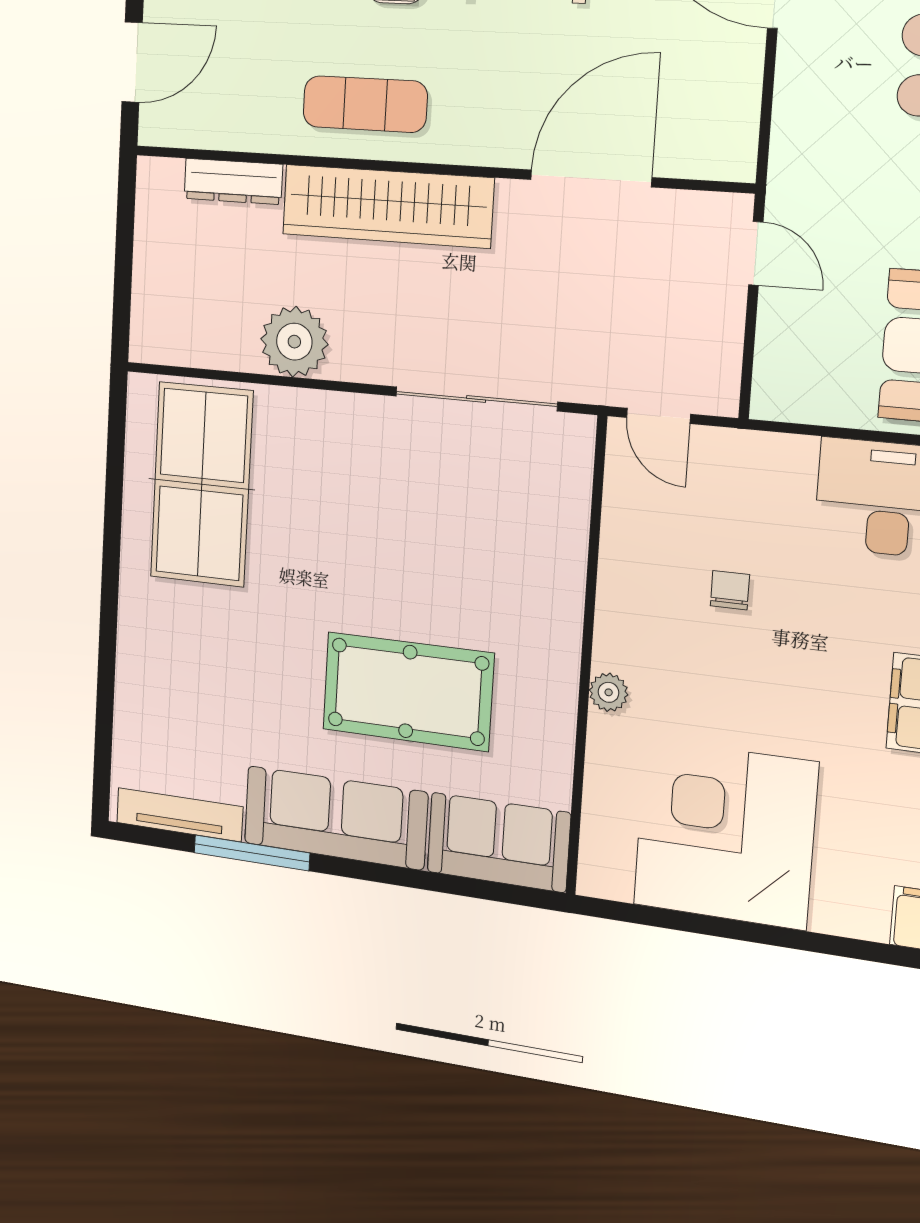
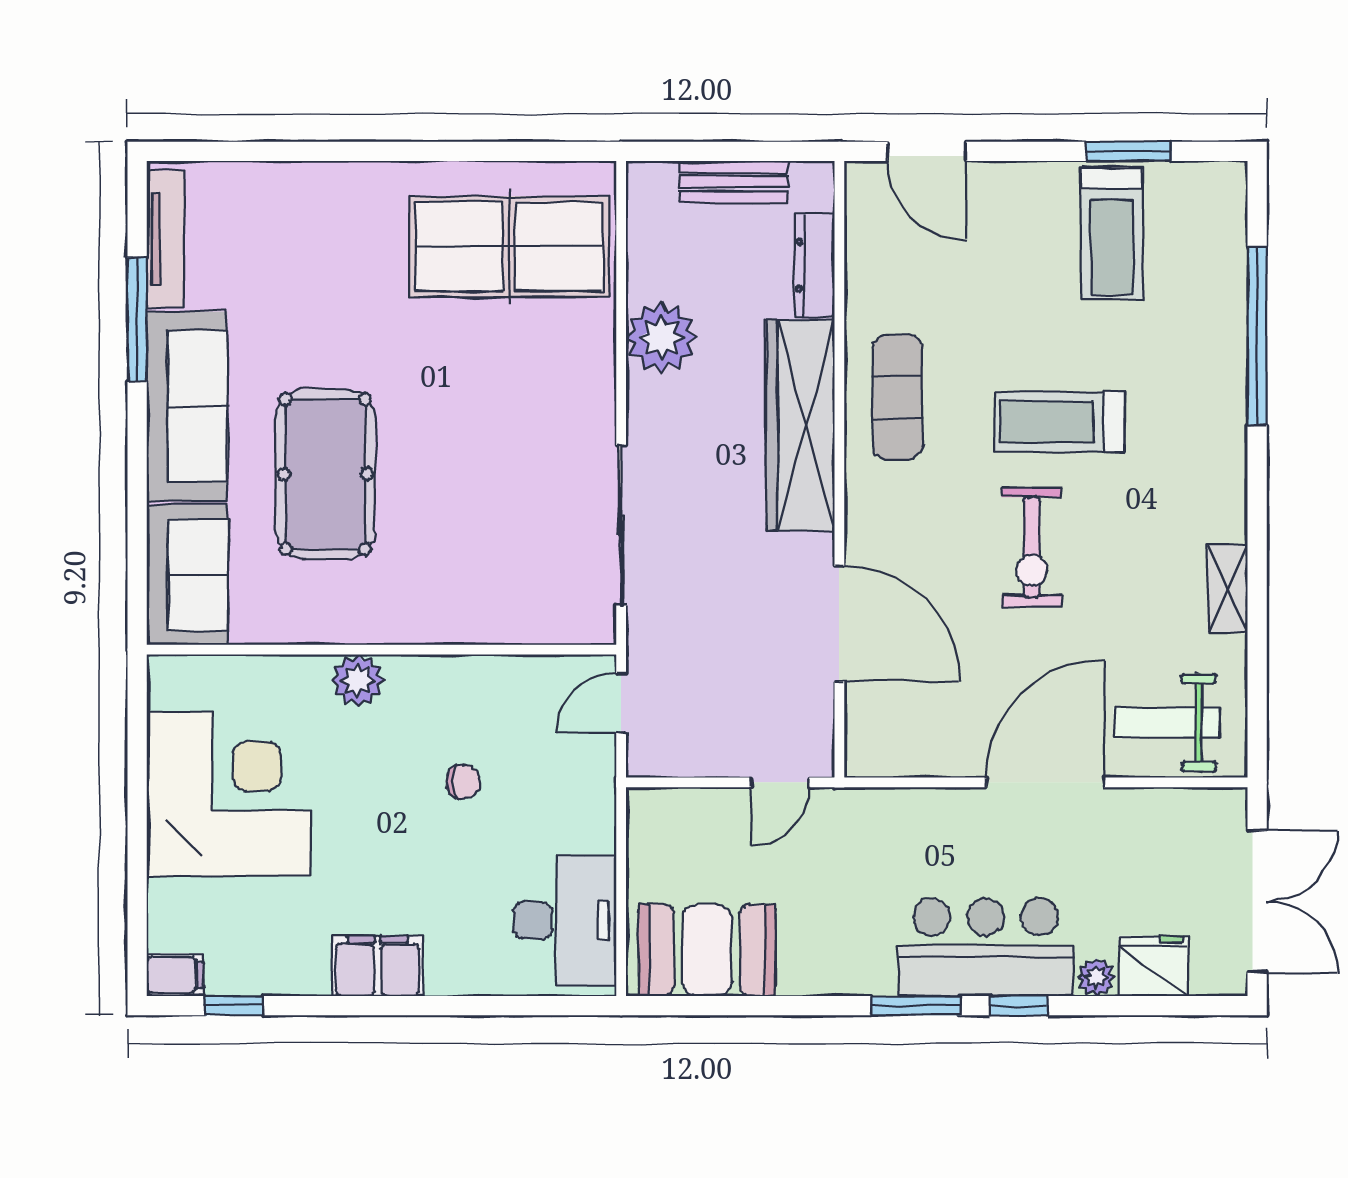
bench: (152, 257) -> (734, 182), added
plant: (609, 692) -> (358, 681), width x1.38, depth x1.38

